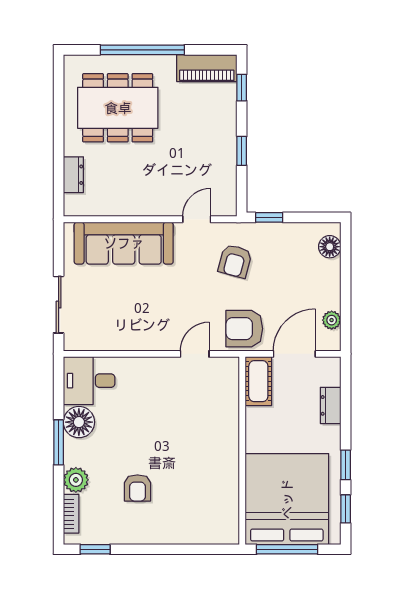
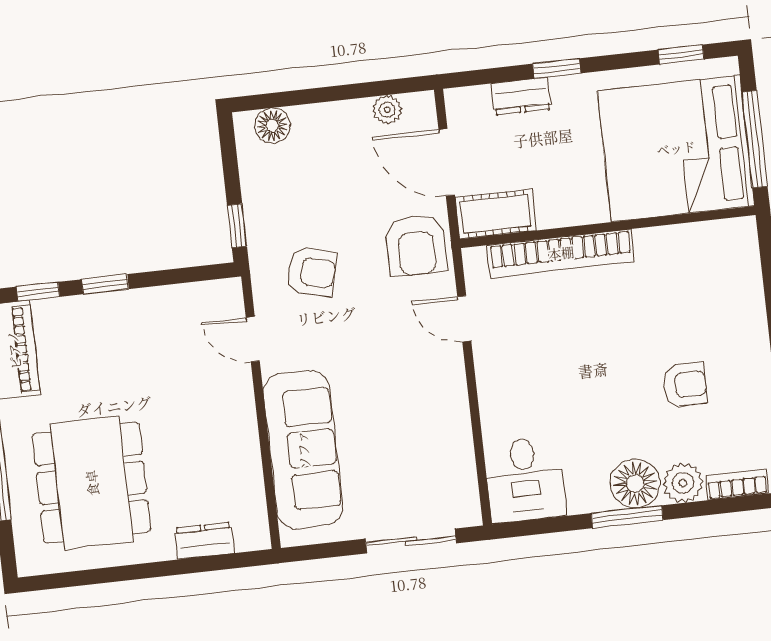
window: (242, 151) -> (105, 284), moved
bookcase: (229, 419) -> (561, 253), added
floor lamp: (79, 422) -> (635, 483), moved
window: (346, 465) -> (557, 68), moved

